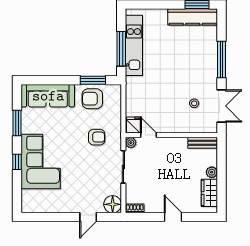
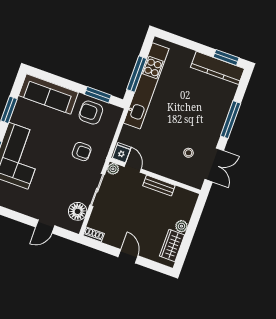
kitchen unit: (134, 45) -> (146, 86), width x1.36
bench: (202, 143) -> (159, 186), moved
floor lamp: (113, 204) -> (78, 211), moved

